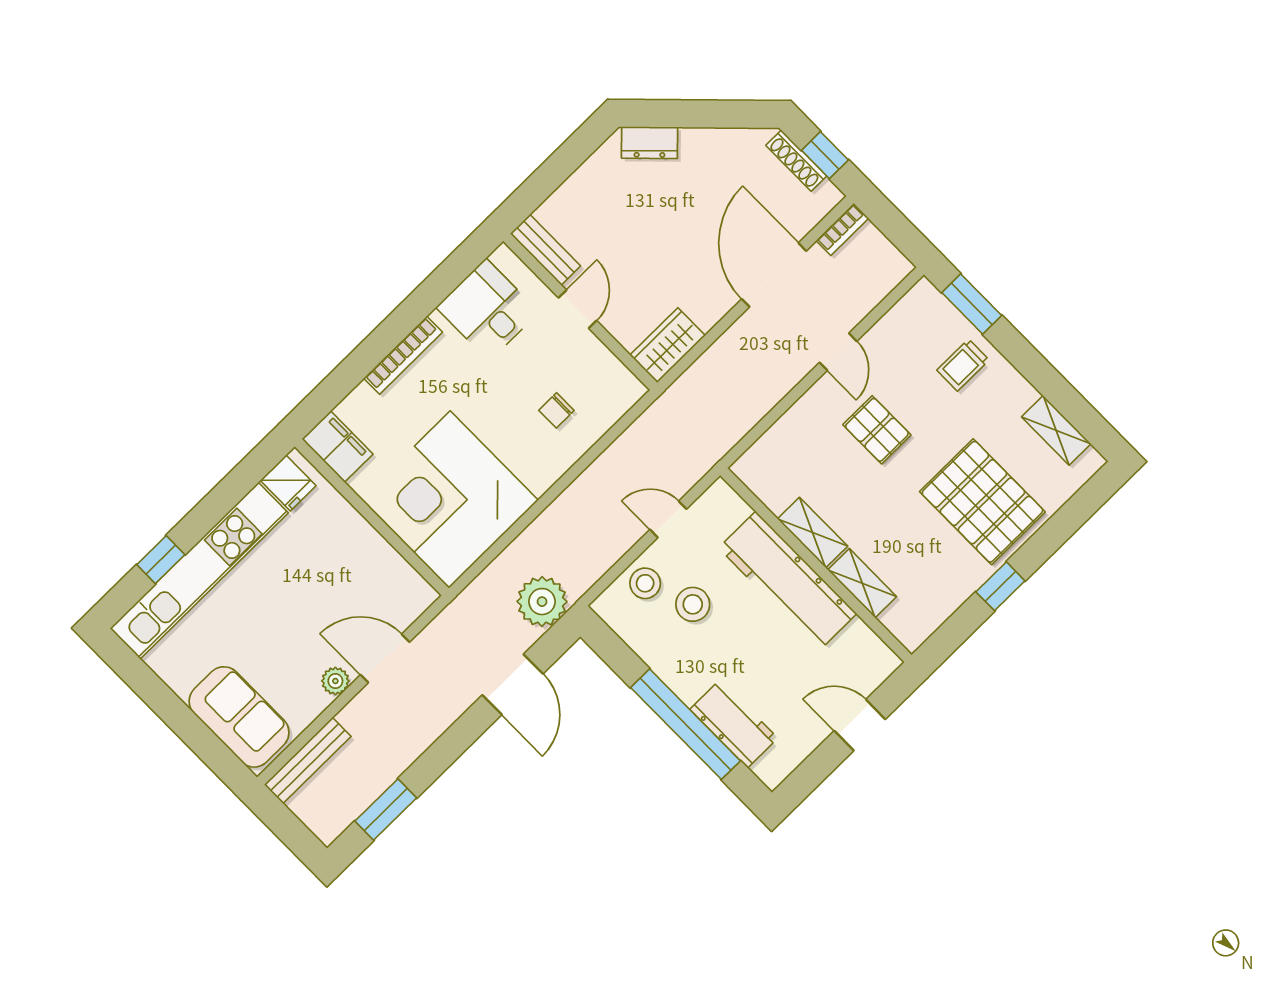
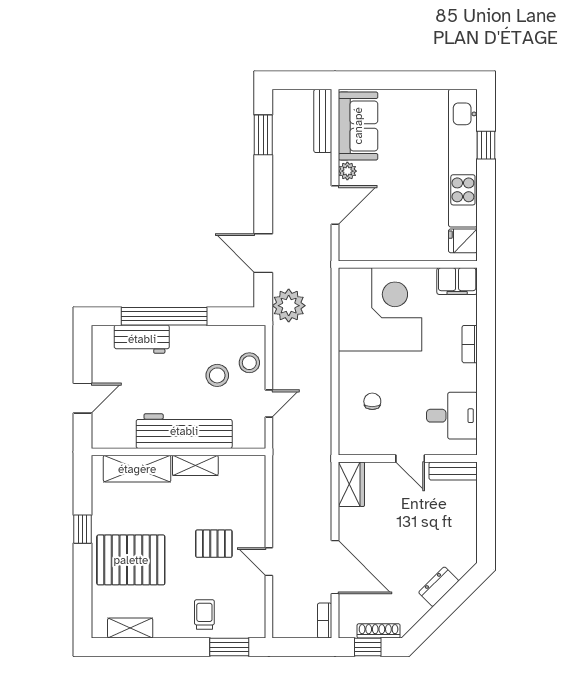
dresser: (650, 143) -> (439, 587), moved
bookcase: (403, 355) -> (470, 344), width x0.64
shelving: (862, 583) -> (137, 469), width x1.50, depth x1.33
sofa: (239, 717) -> (358, 126), moved, turned -90

